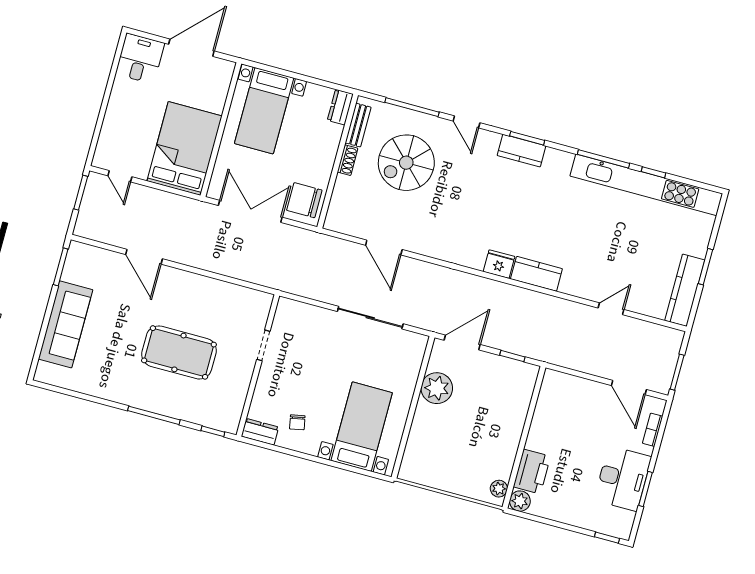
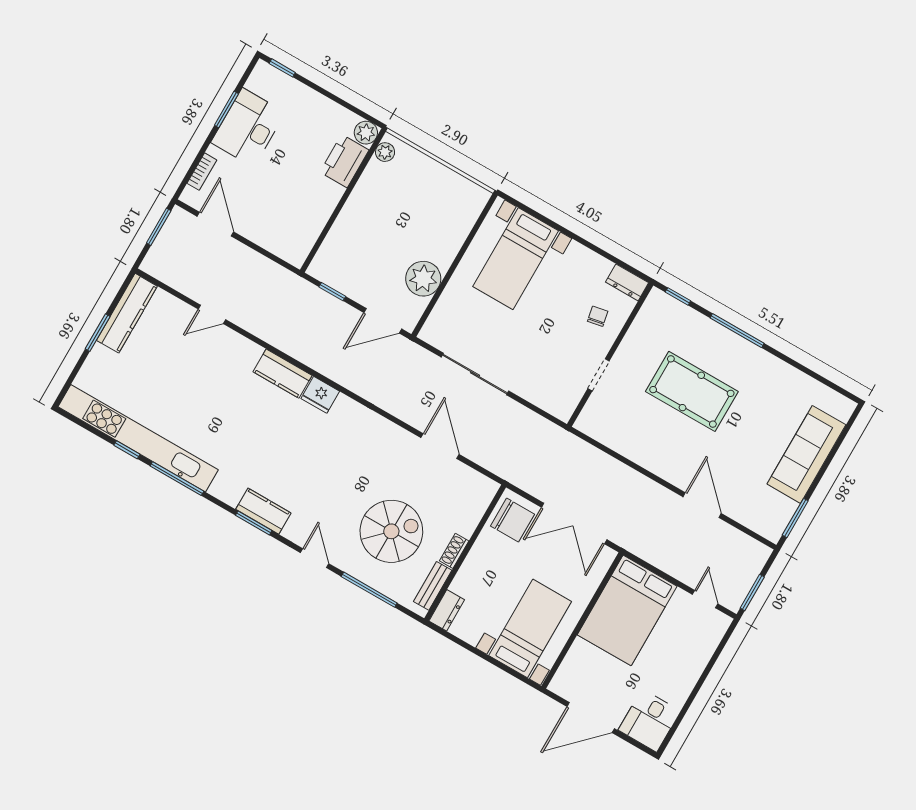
chair: (297, 422) -> (598, 316), moved

